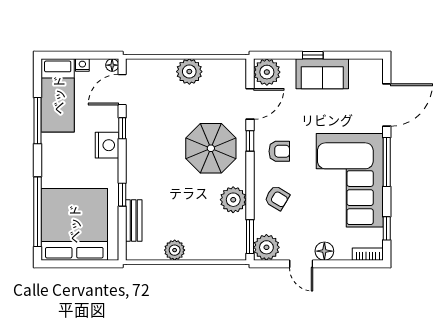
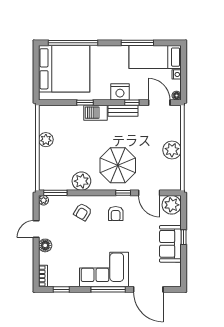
barbecue: (136, 180) -> (96, 113), added
corner sofa: (350, 180) -> (104, 270), width x0.73, depth x0.74
bench: (134, 221) -> (123, 111), moved
plant: (266, 247) -> (44, 200), width x0.53, depth x0.53

